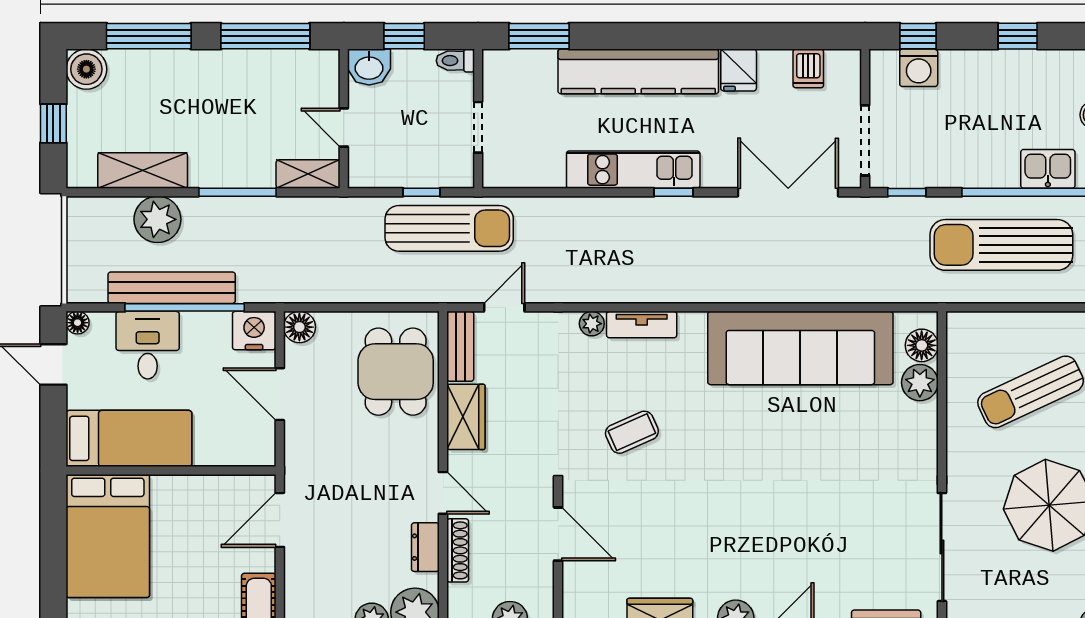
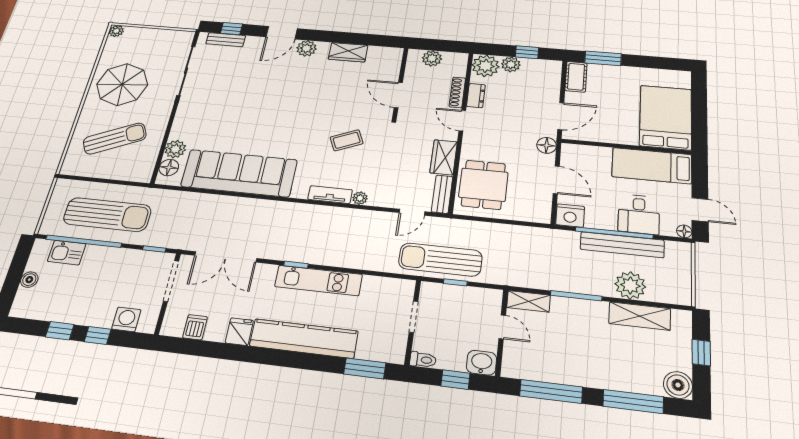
window: (918, 36) -> (98, 335), moved
floor lamp: (299, 327) -> (547, 145), moved

